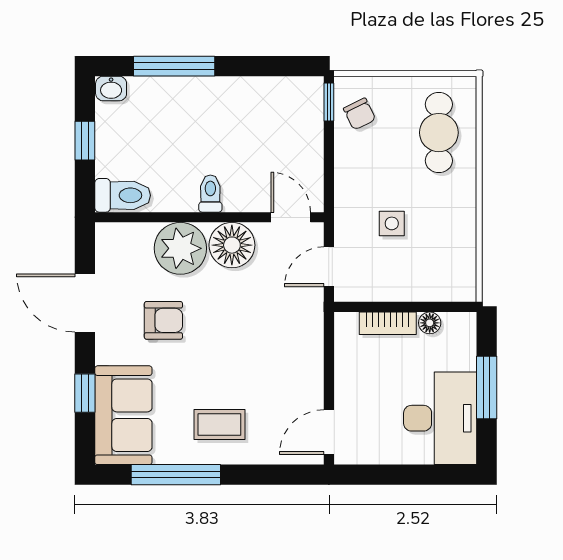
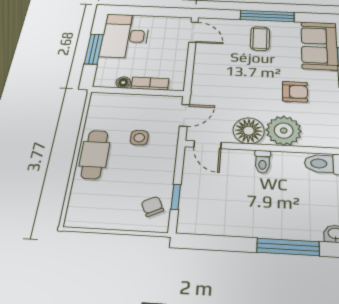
window: (329, 102) -> (176, 197), moved
cafe table: (439, 133) -> (95, 154), moved
armchair: (163, 320) -> (295, 92), turned 180
coffee table: (219, 425) -> (260, 39), turned 90
door: (329, 432) -> (193, 32), hinge flipped
window: (176, 475) -> (267, 16), moved

